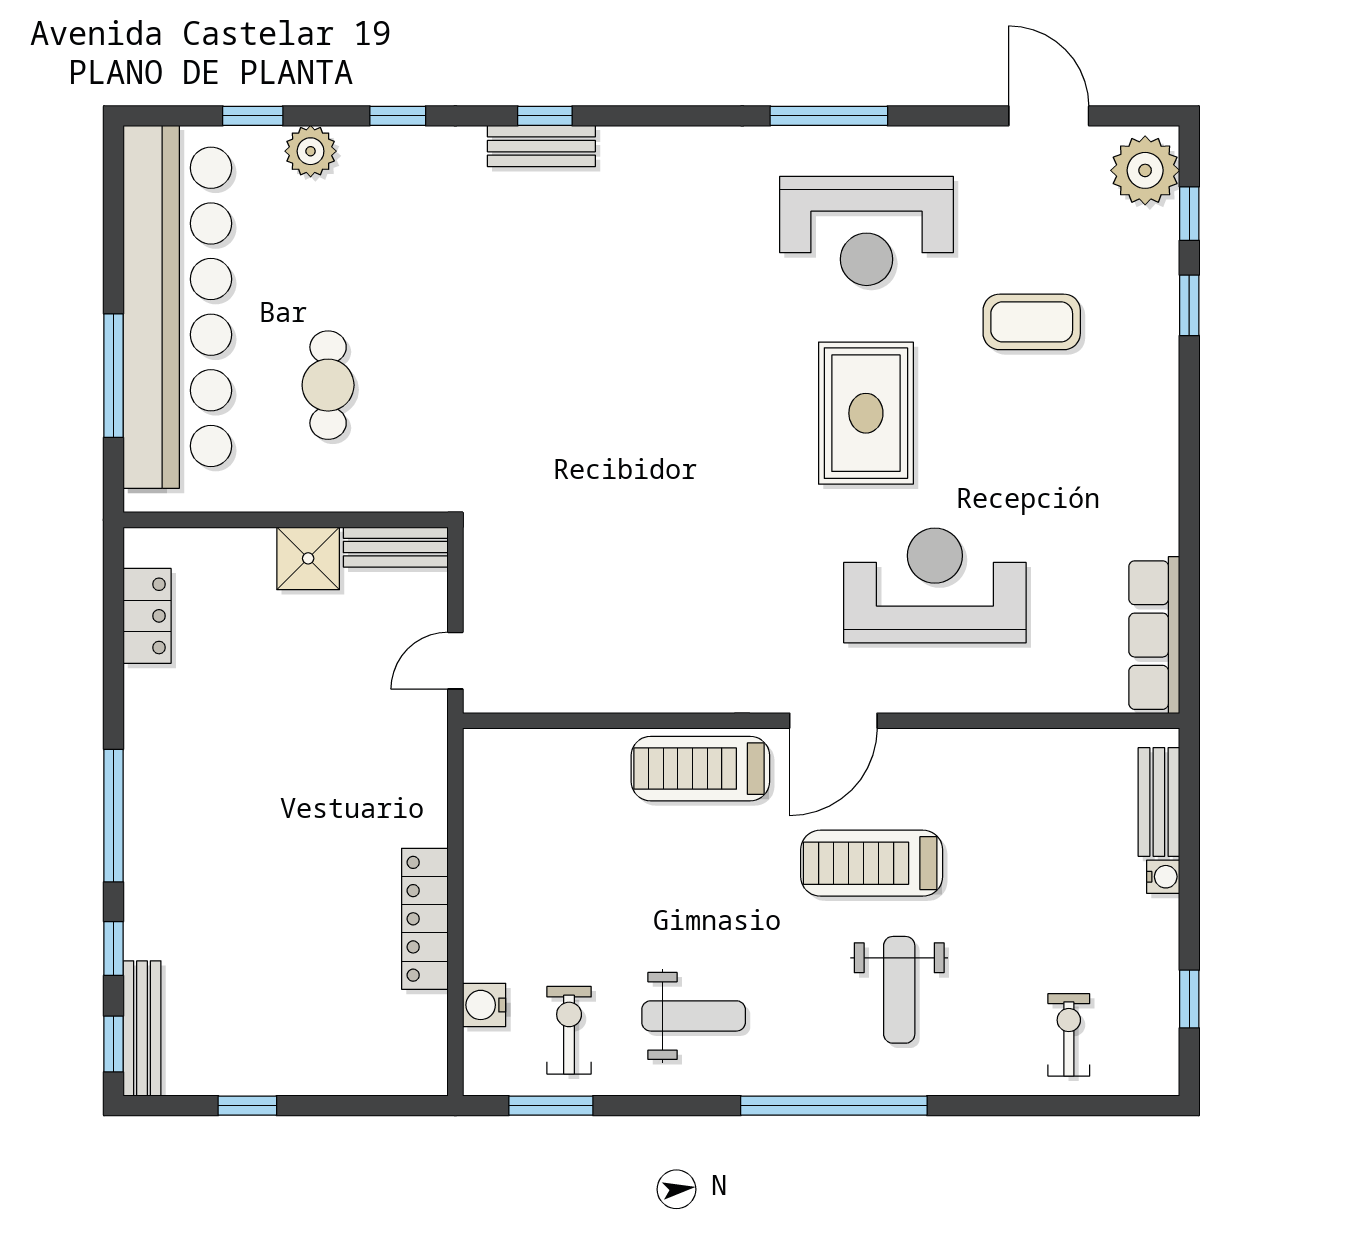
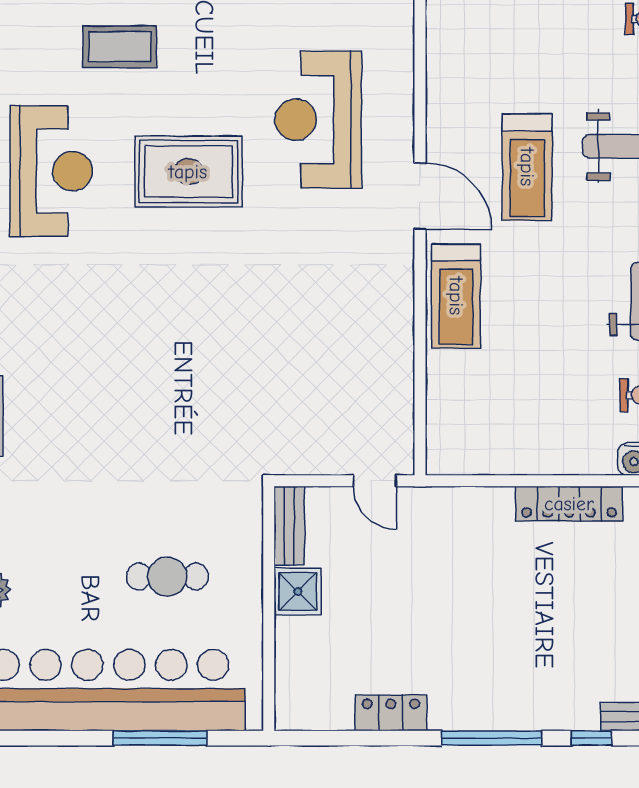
coffee table: (1032, 322) -> (120, 47), turned 90
locker: (147, 616) -> (391, 713), moved

